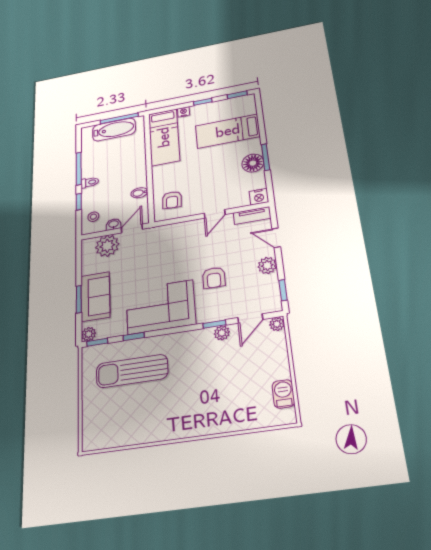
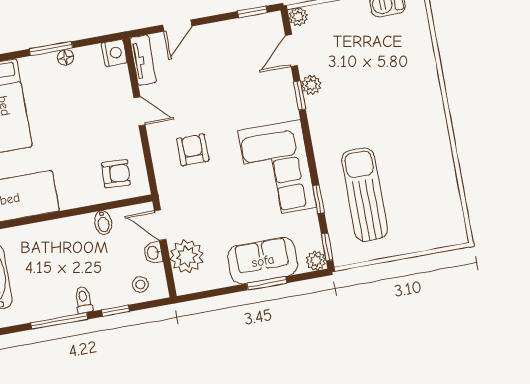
floor lamp: (253, 163) -> (65, 57), width x0.53, depth x0.53
plant: (267, 265) -> (217, 34), removed
armchair: (214, 278) -> (193, 150), moved, turned -90
door: (250, 318) -> (291, 50), swing flipped
sun lounger: (132, 371) -> (365, 195), turned 180

